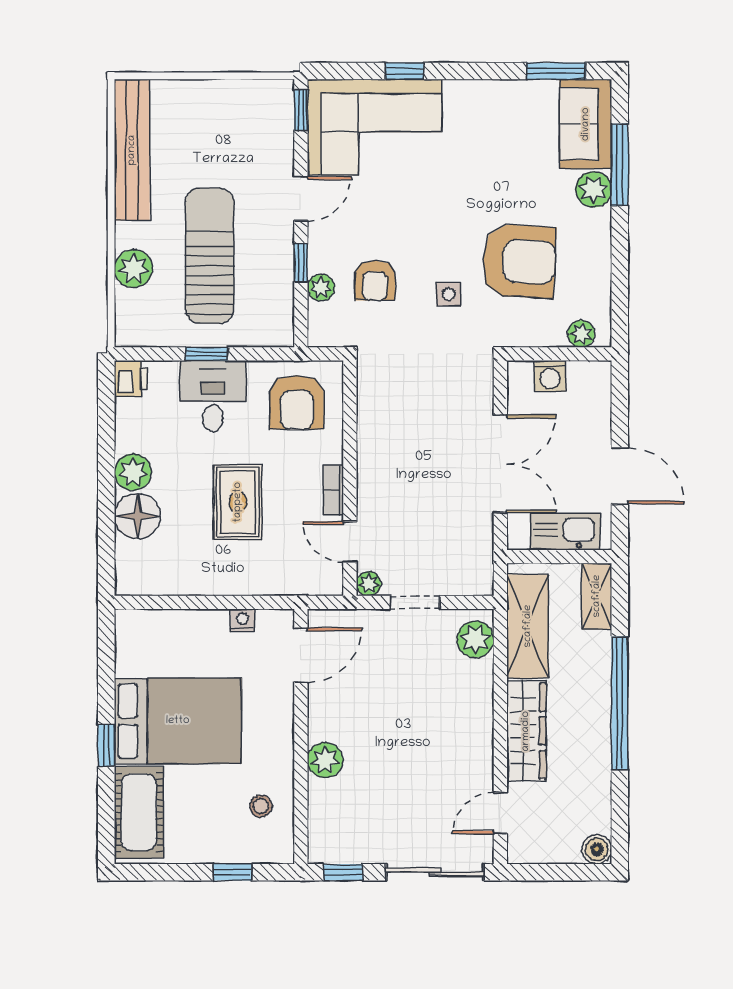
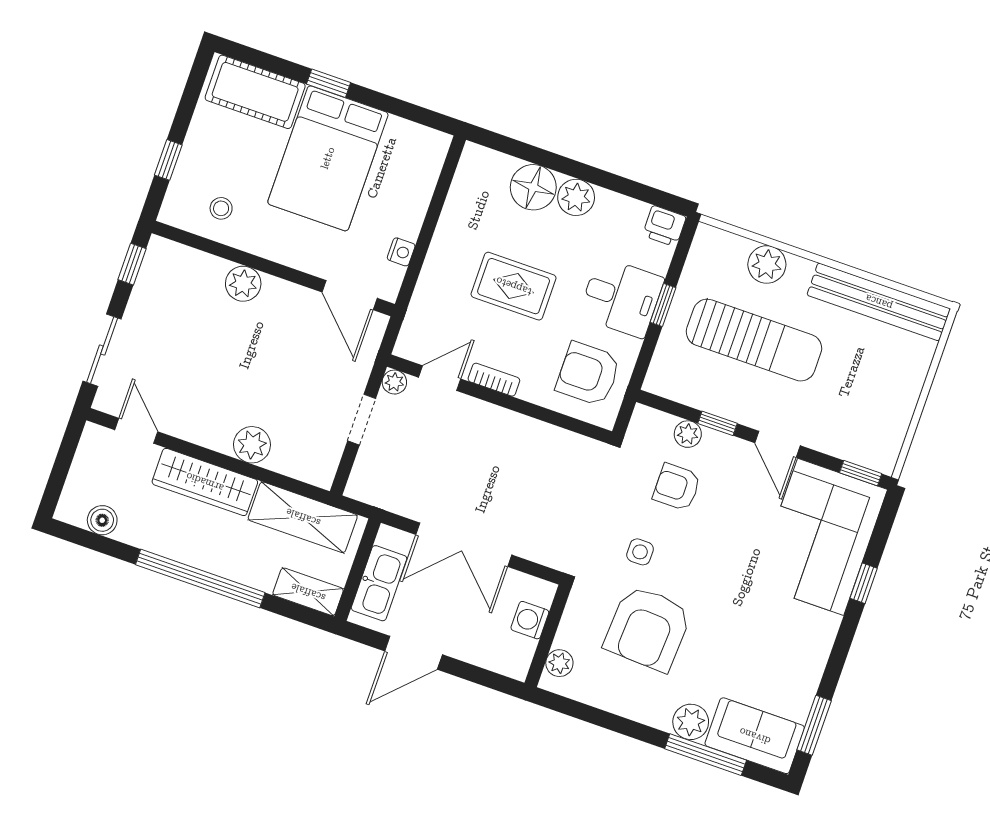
plant: (475, 639) -> (252, 445), moved
boiler: (597, 849) -> (102, 520), moved
sliding door: (435, 872) -> (102, 350), width x0.73

